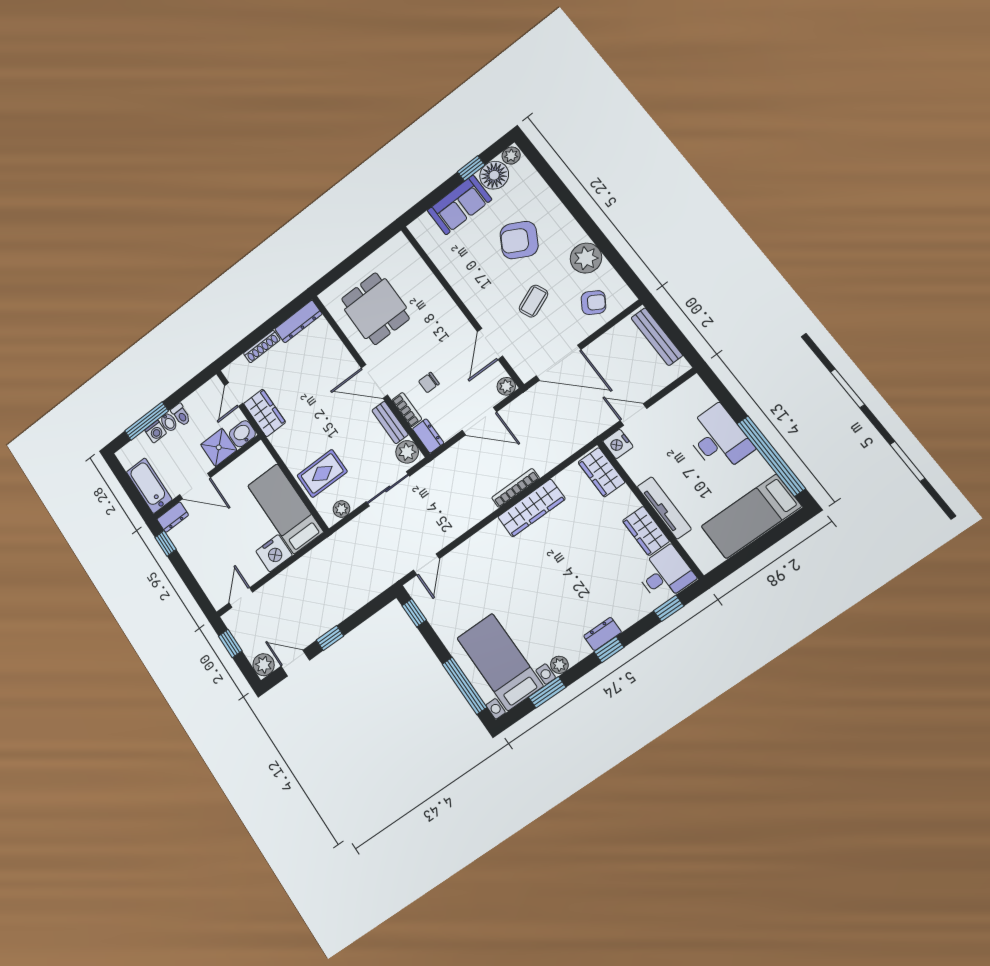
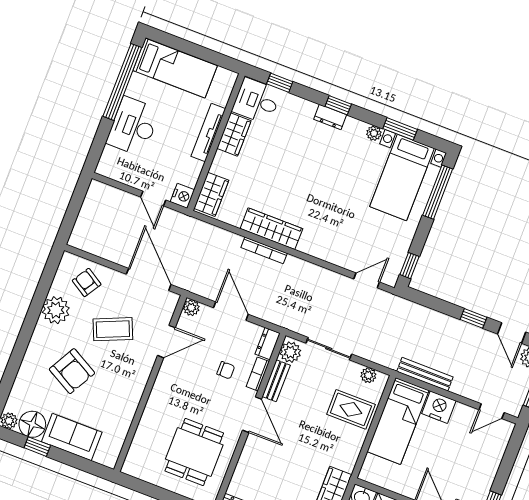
coffee table: (533, 301) -> (113, 329), width x1.36, depth x1.30
bench: (657, 337) -> (425, 374), moved, turned 90

